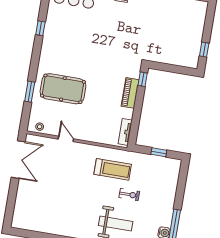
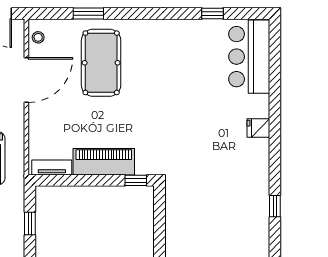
window: (40, 28) -> (213, 13), moved
piano: (130, 93) -> (104, 162), width x1.37, depth x1.33
door: (66, 139) -> (26, 80), width x1.88

